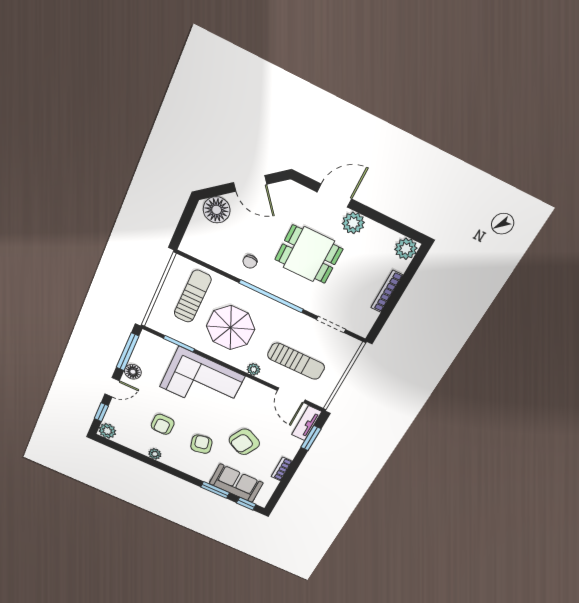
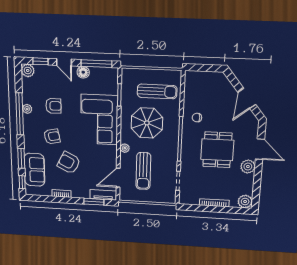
floor lamp: (217, 210) -> (222, 85), removed
armchair: (163, 424) -> (53, 106), turned 180
window: (158, 465) -> (20, 114), added

